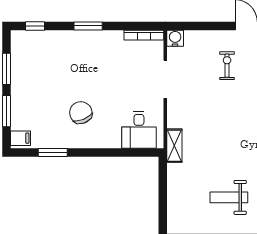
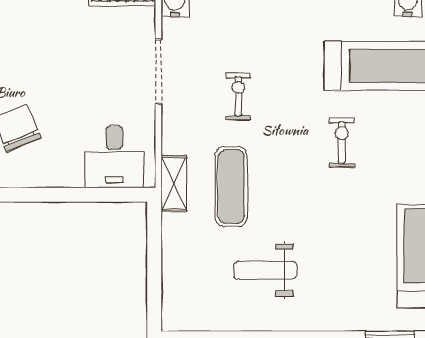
exercise bike: (227, 66) -> (238, 96), moved
exercise mat: (209, 148) -> (231, 186), added

